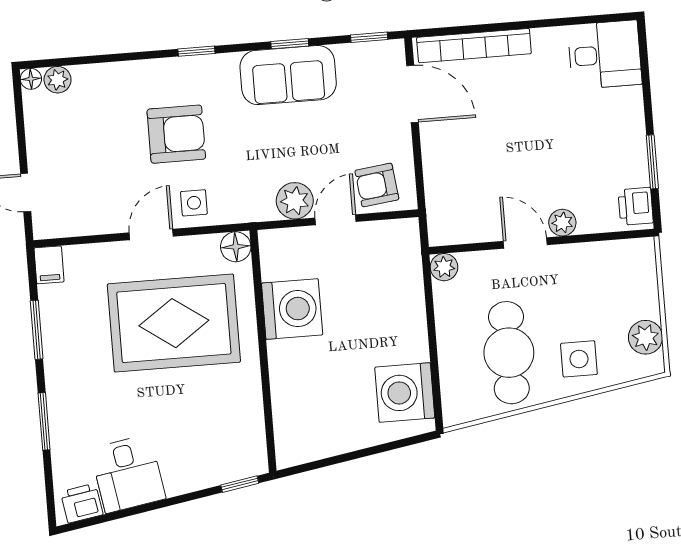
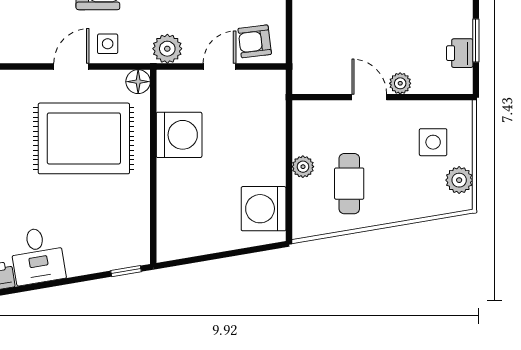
plant: (295, 201) -> (167, 49), moved
printer: (636, 206) -> (460, 53), moved
plant: (444, 267) -> (303, 167), moved
cafe table: (509, 353) -> (349, 184), width x0.73, depth x0.74
side table: (579, 359) -> (433, 142), moved

